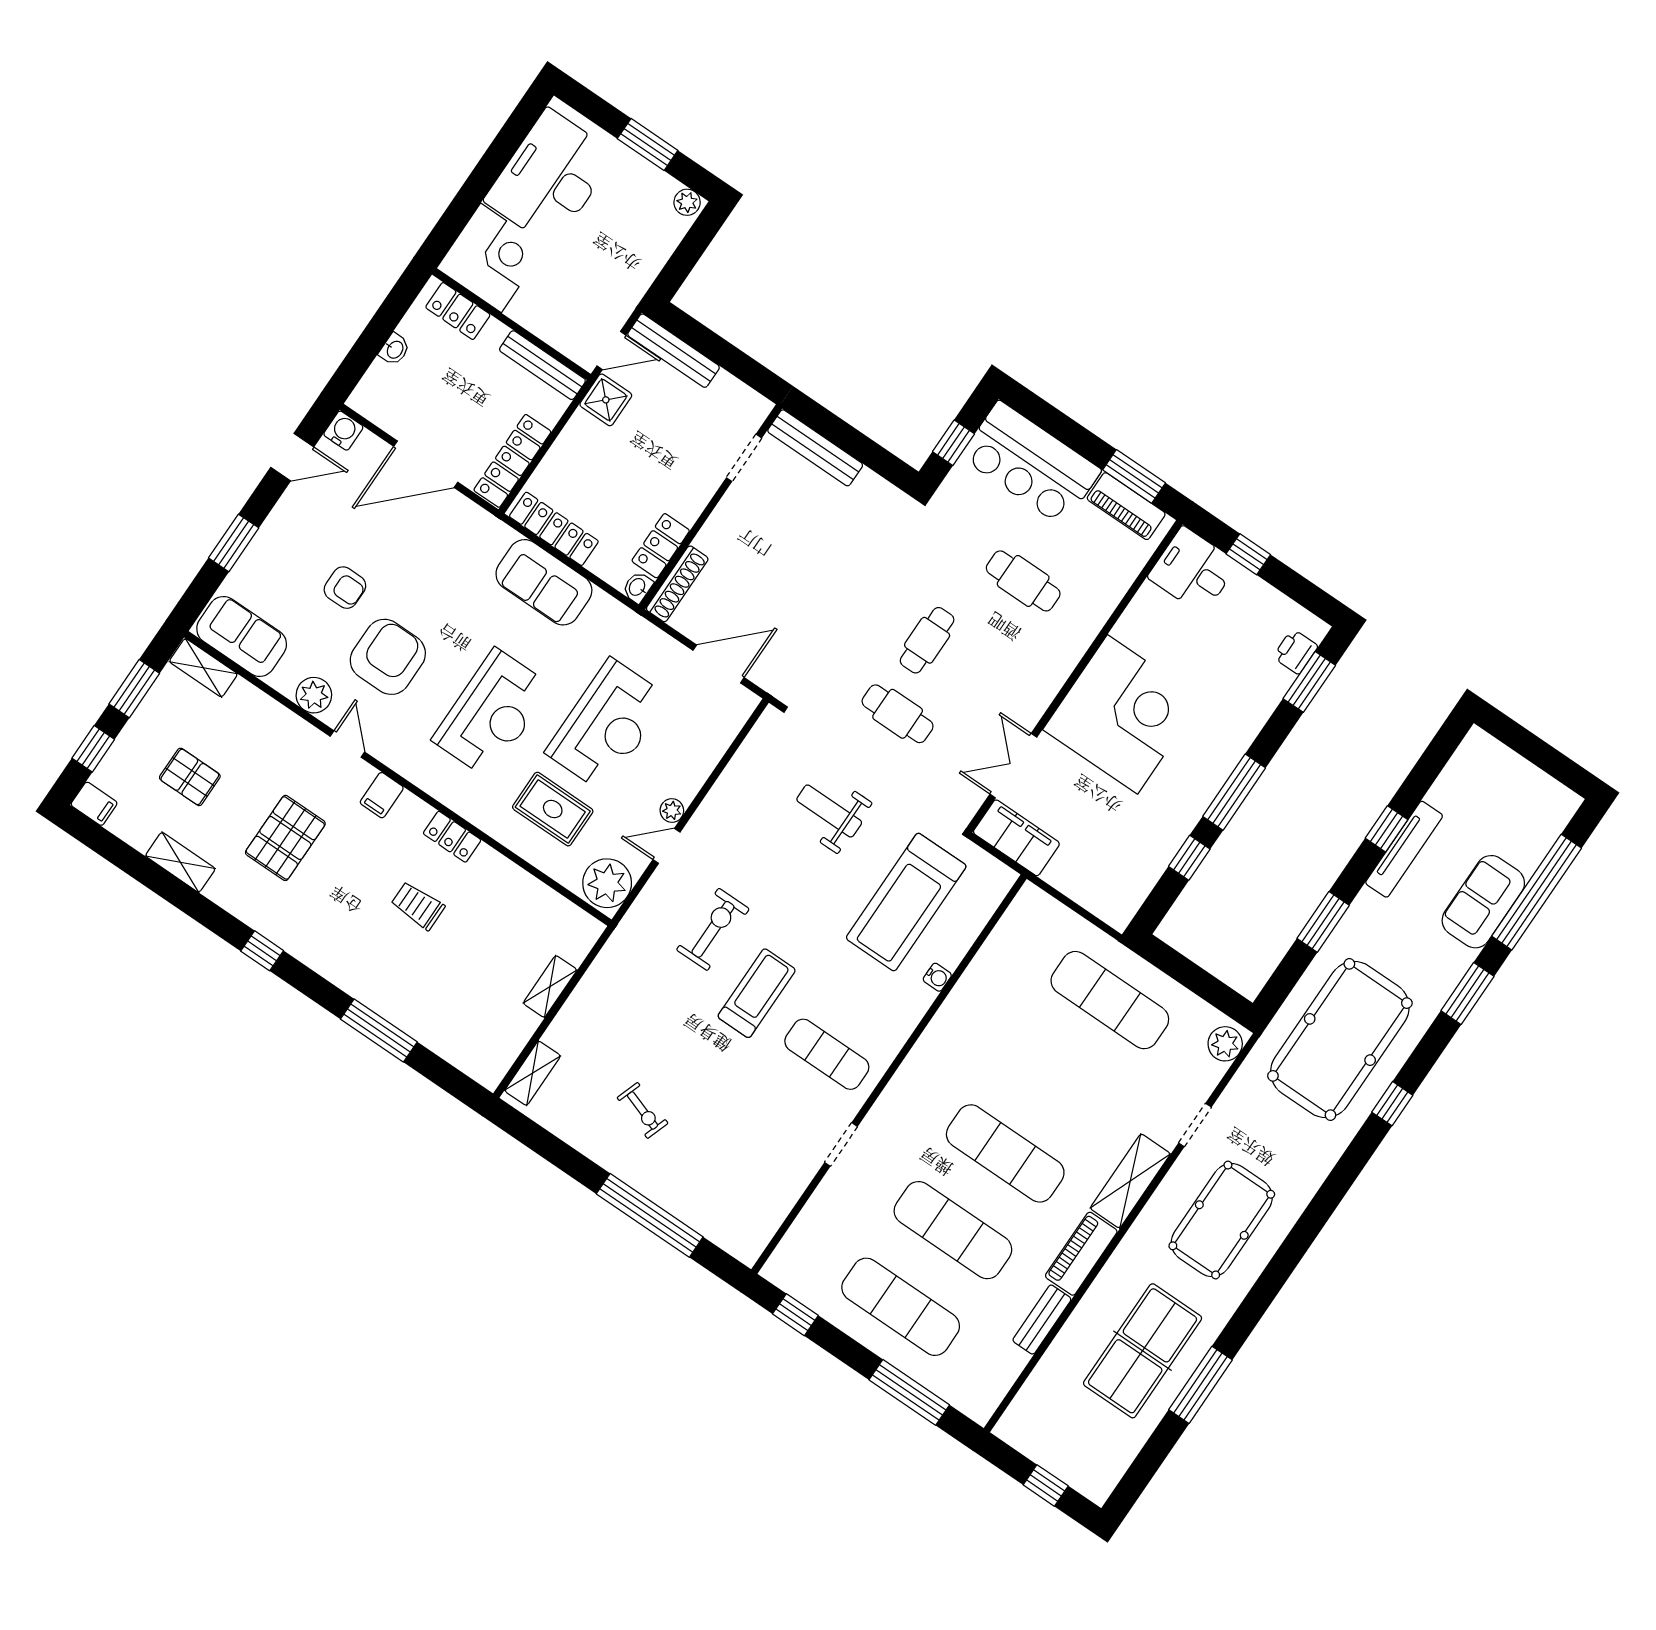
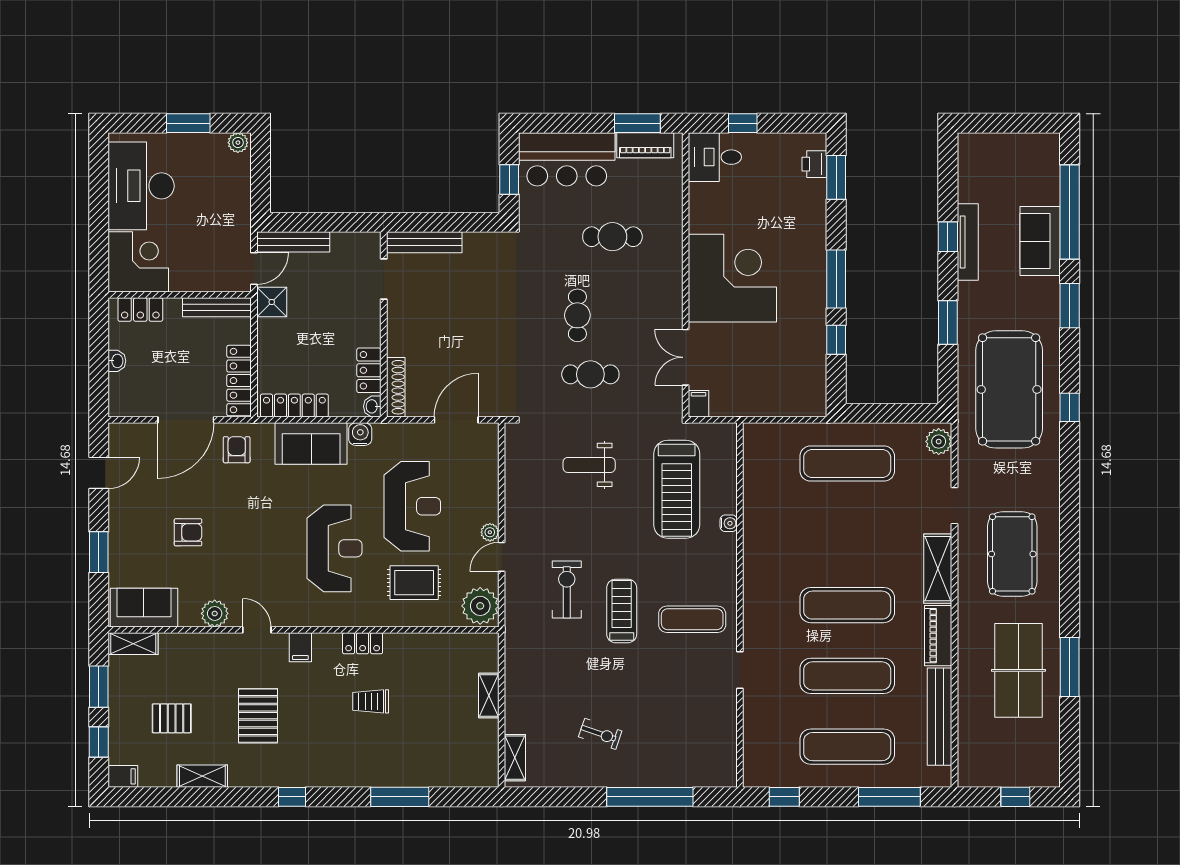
water cooler: (343, 431) -> (360, 434), moved
armchair: (388, 657) -> (237, 450), moved, width x0.53, depth x0.53
filing cabinet: (1016, 838) -> (698, 404), width x0.33, depth x0.86
bench: (1042, 1320) -> (940, 717), width x1.86, depth x1.21

